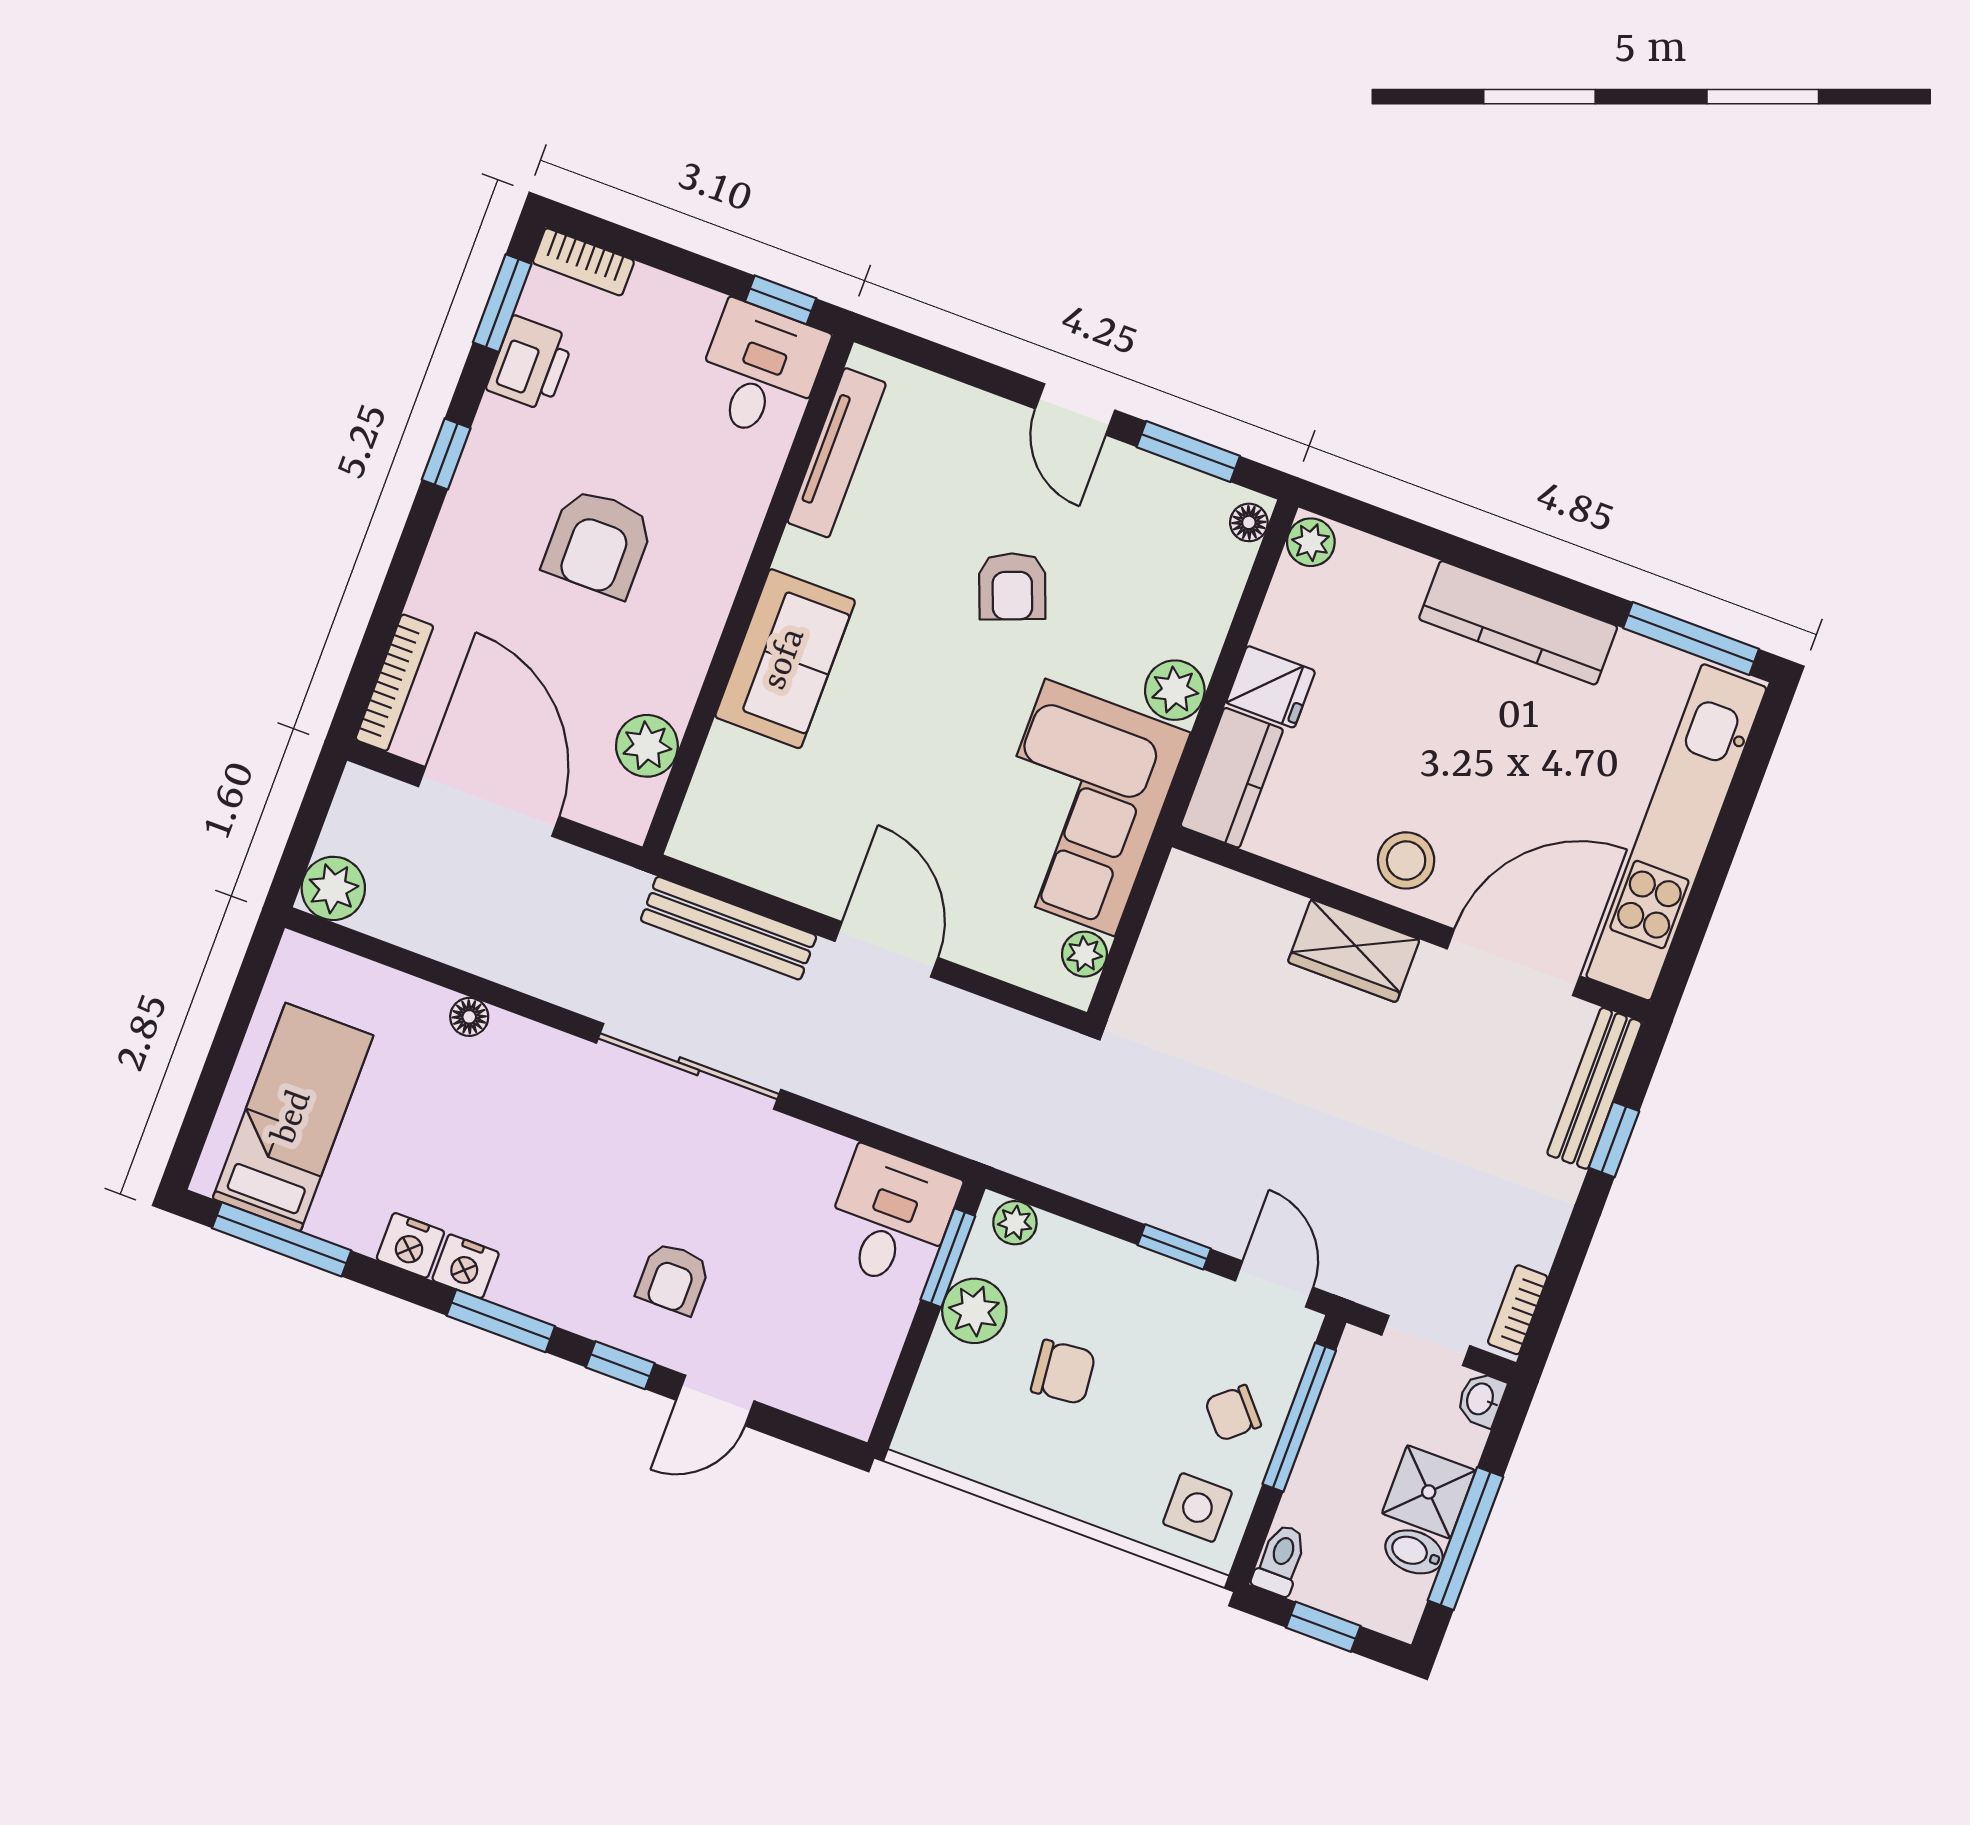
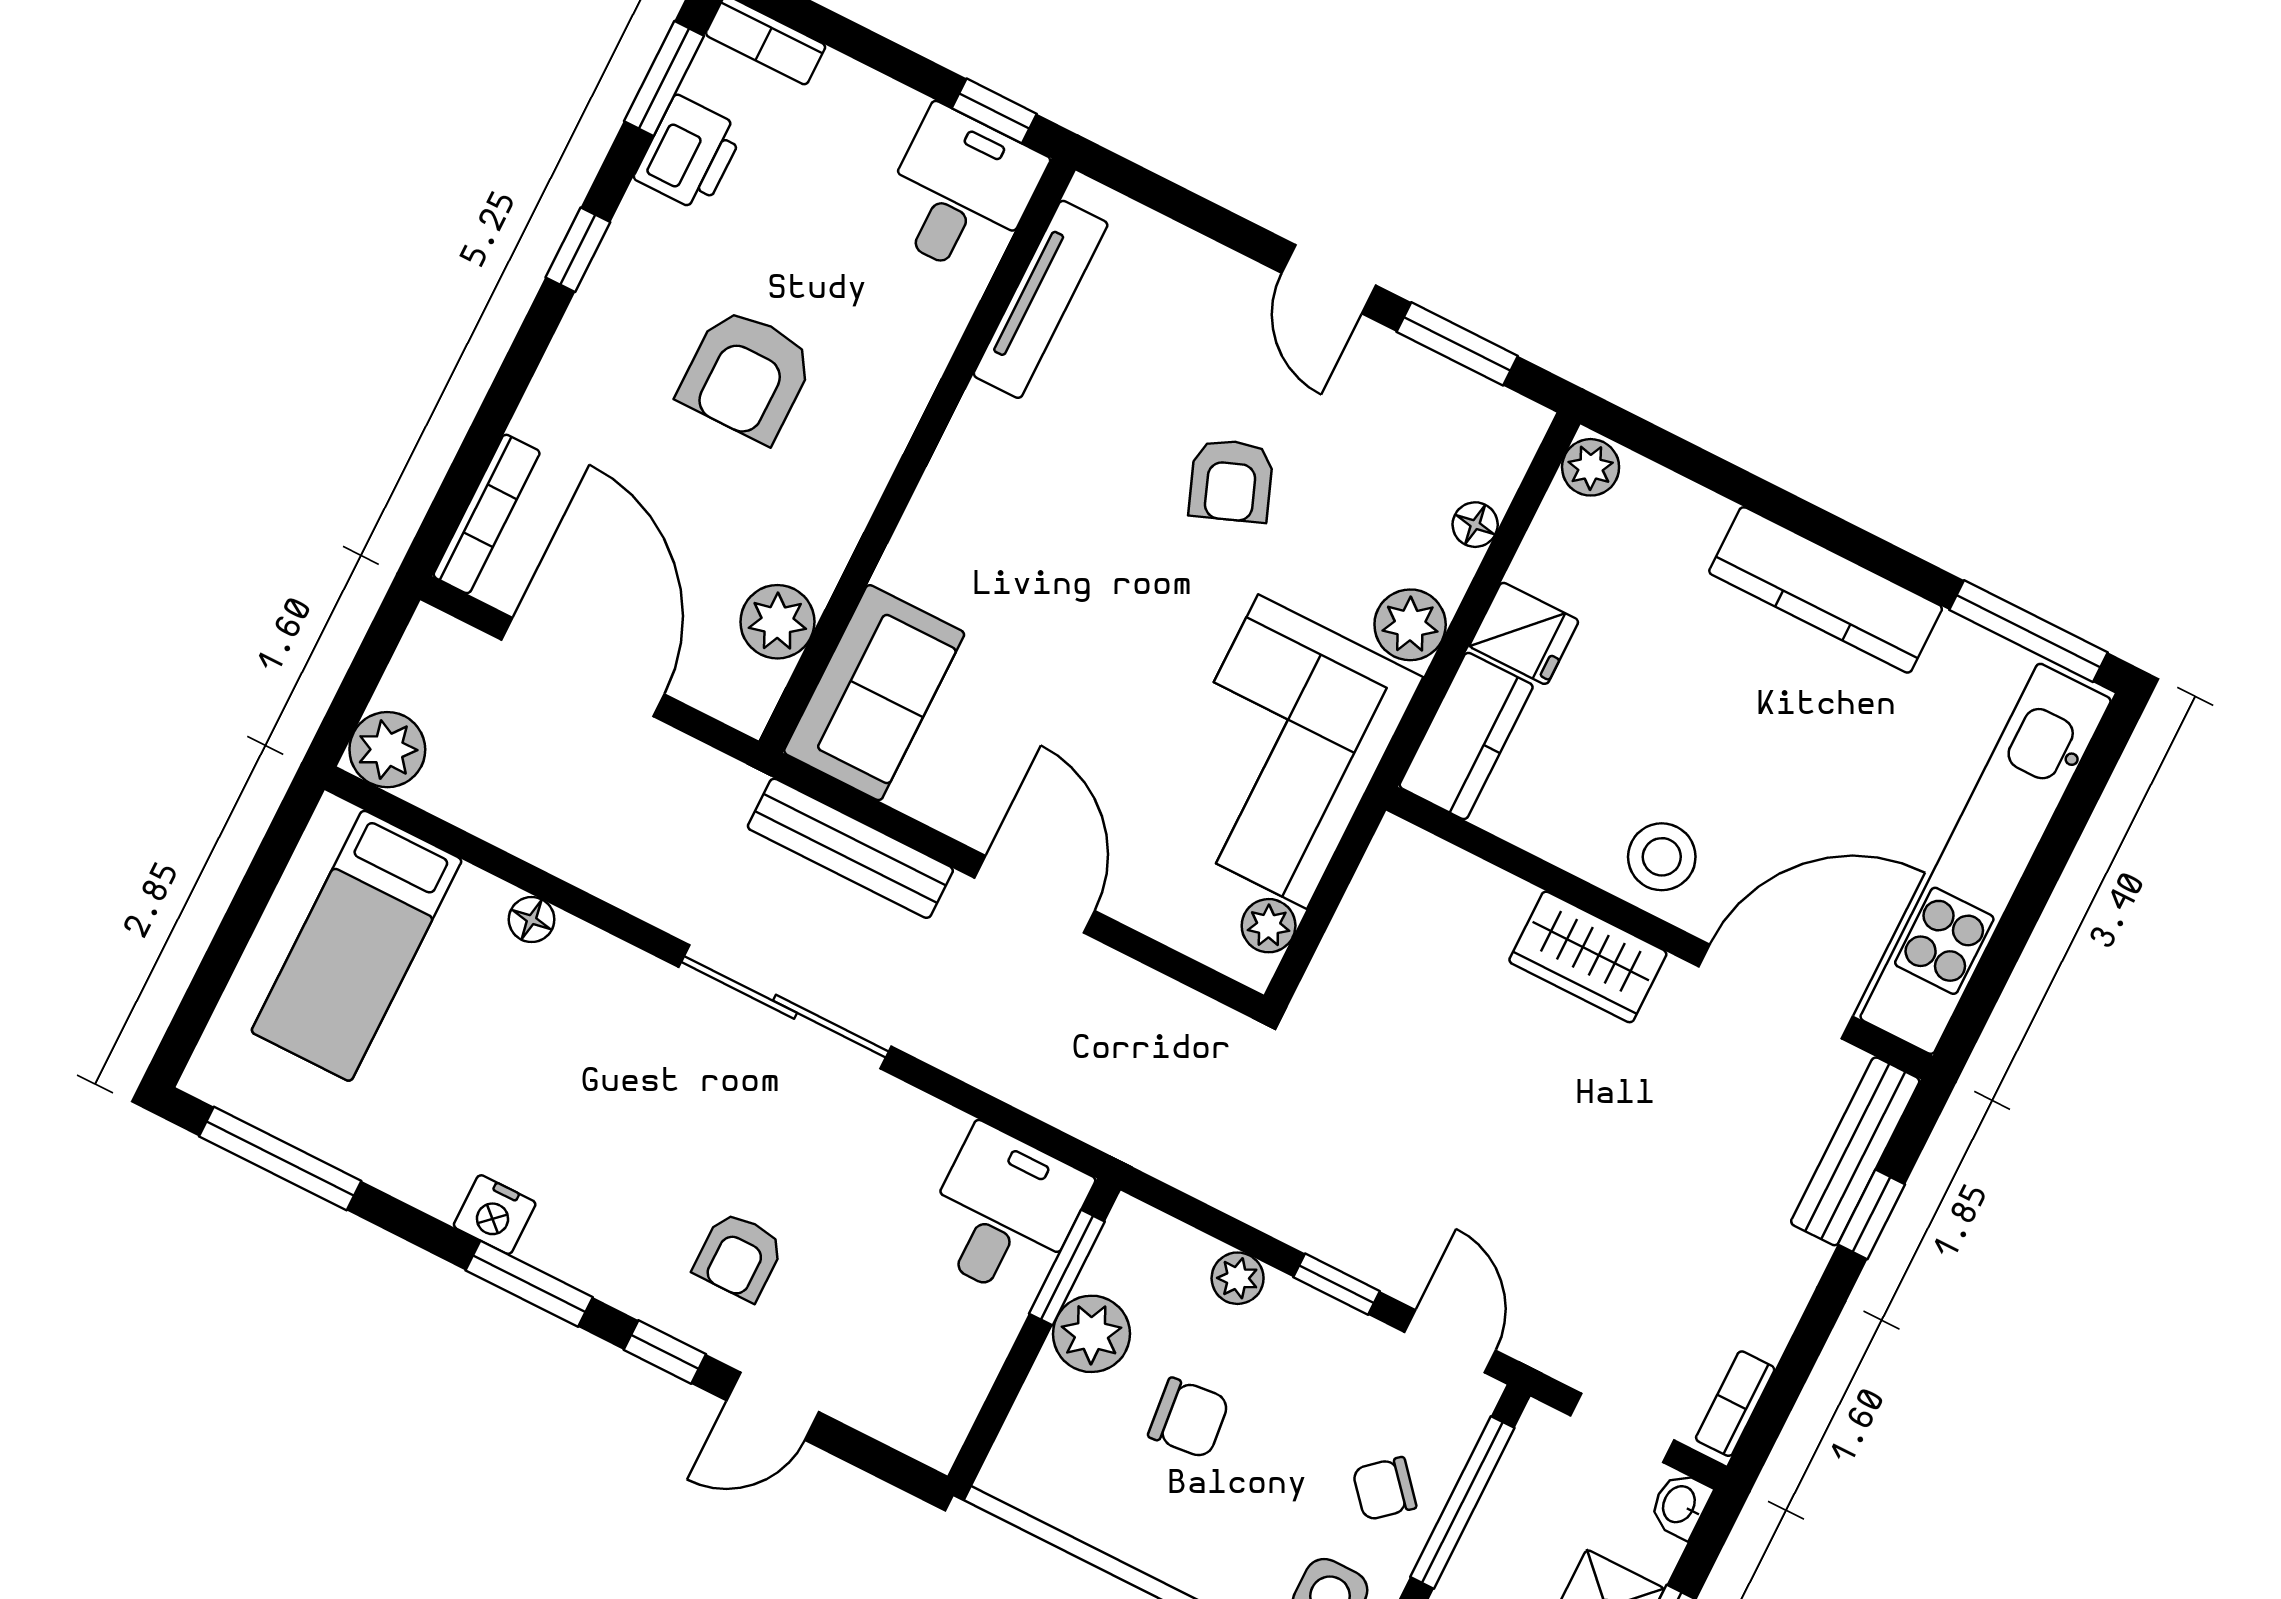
floor lamp: (1249, 522) -> (1475, 525), moved
sofa: (785, 659) -> (874, 693), moved
bed: (293, 1117) -> (357, 946), moved, turned 180
plant: (1015, 1223) -> (1238, 1278), moved
nightstand: (410, 1245) -> (432, 1183), removed

